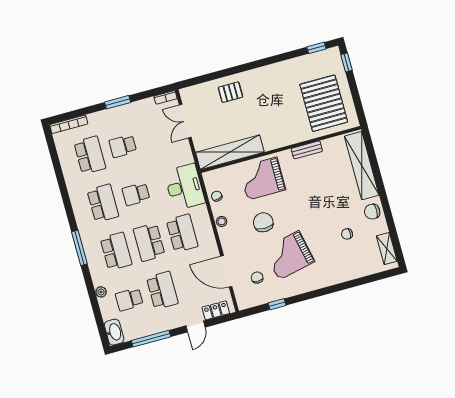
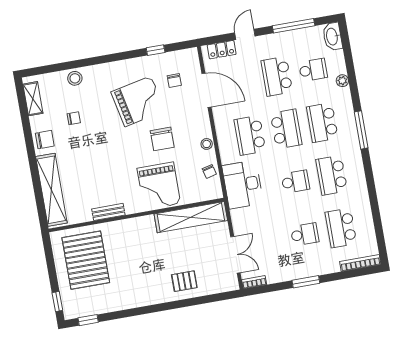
grand piano: (262, 178) -> (159, 186), turned 90
stool: (350, 271) -> (75, 78), added

